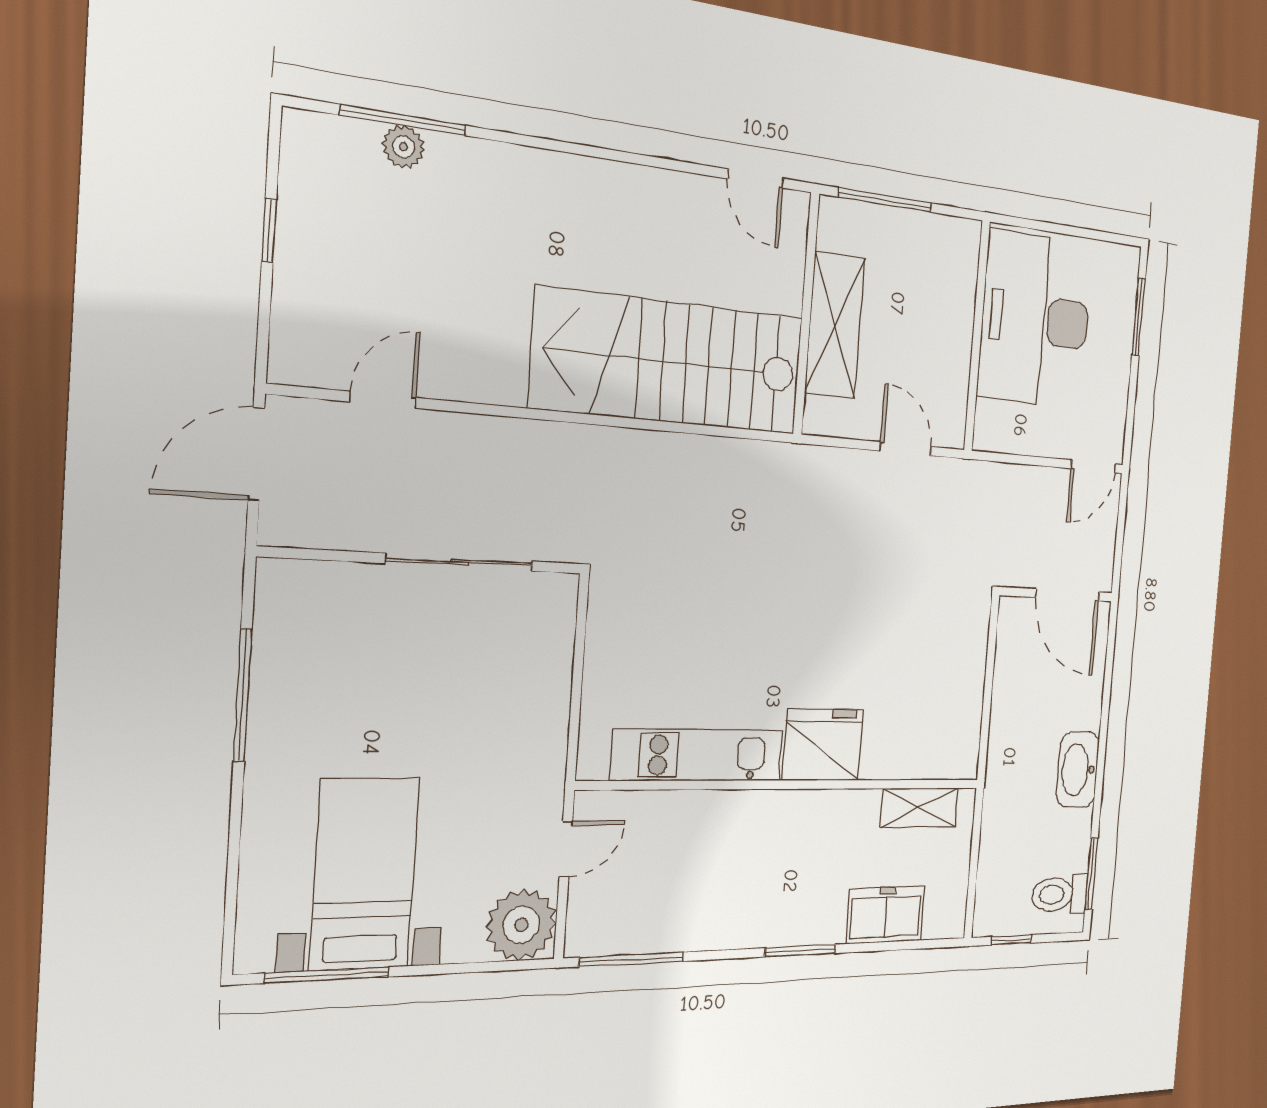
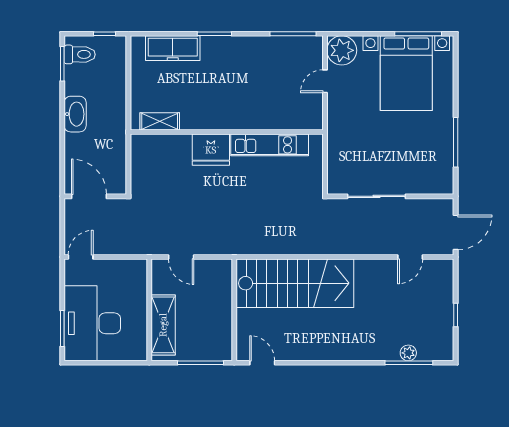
desk: (1035, 320) -> (92, 323), moved, turned 180
shelving: (835, 325) -> (163, 325), moved
fridge: (823, 745) -> (211, 150), moved
kitchen unit: (698, 755) -> (270, 145), moved
wall: (787, 785) -> (227, 132), moved
shelving: (919, 808) -> (160, 121), moved
bed with nightstands: (364, 874) -> (406, 73), width x1.36
freezer: (886, 915) -> (173, 48), width x1.40

